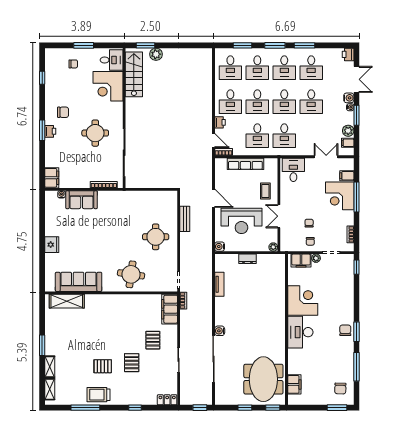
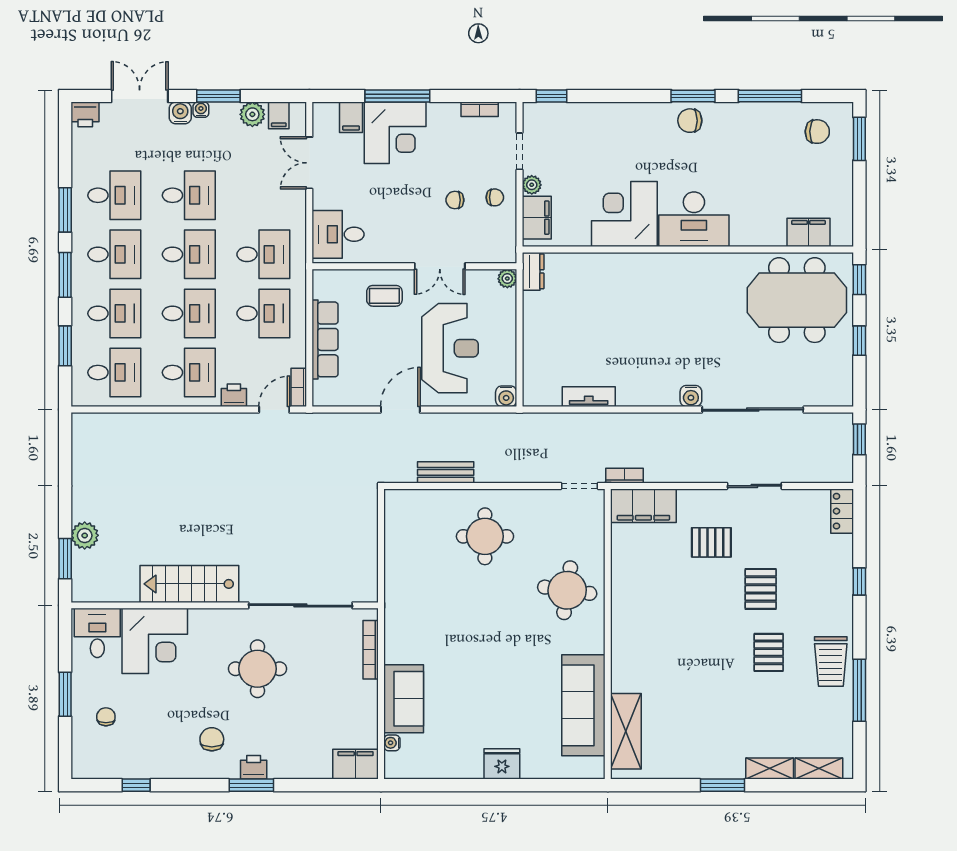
stairs: (134, 74) -> (189, 584), moved
dresser: (248, 259) -> (533, 271), moved
pallet: (132, 363) -> (761, 589), turned 90

